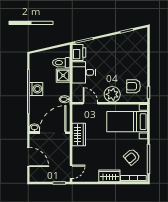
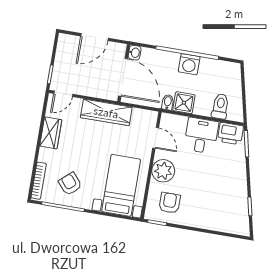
shower: (63, 76) -> (184, 103), moved
door: (90, 103) -> (156, 138), hinge flipped
wardrobe: (79, 134) -> (106, 112), width x1.50
door: (71, 172) -> (63, 94), hinge flipped
wardrobe: (109, 176) -> (51, 133), moved

